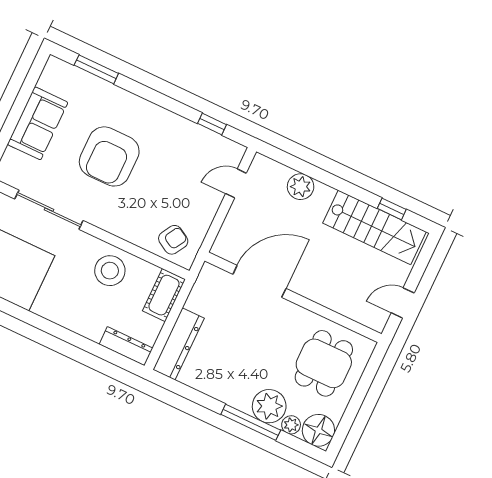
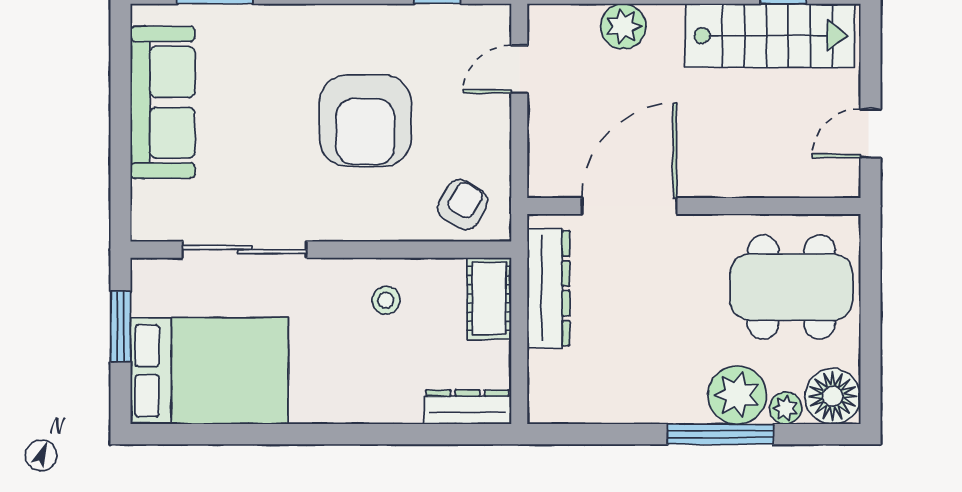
sofa: (38, 123) -> (163, 102), width x1.36
armchair: (109, 156) -> (365, 121), moved
stool: (110, 271) -> (386, 300), width x0.53, depth x0.53
dresser: (179, 344) -> (549, 288), moved
dining table: (324, 363) -> (791, 287), width x1.37

